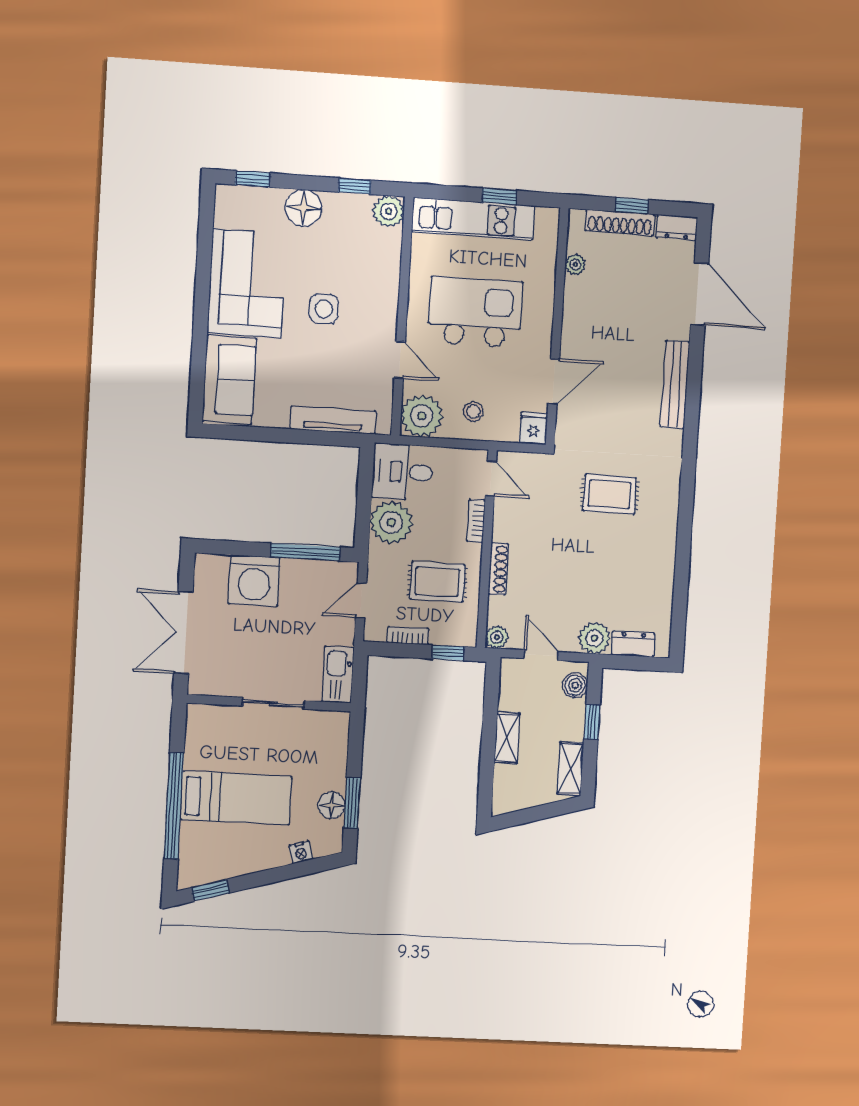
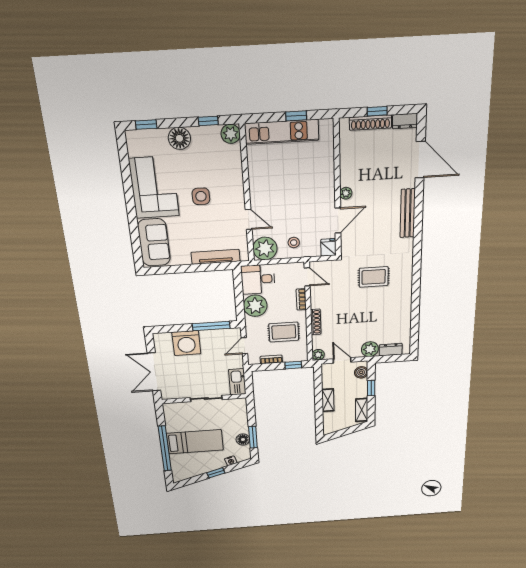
plant: (575, 264) -> (346, 193), moved
kitchen island: (475, 312) -> (289, 187), removed
window: (210, 890) -> (216, 473), moved

